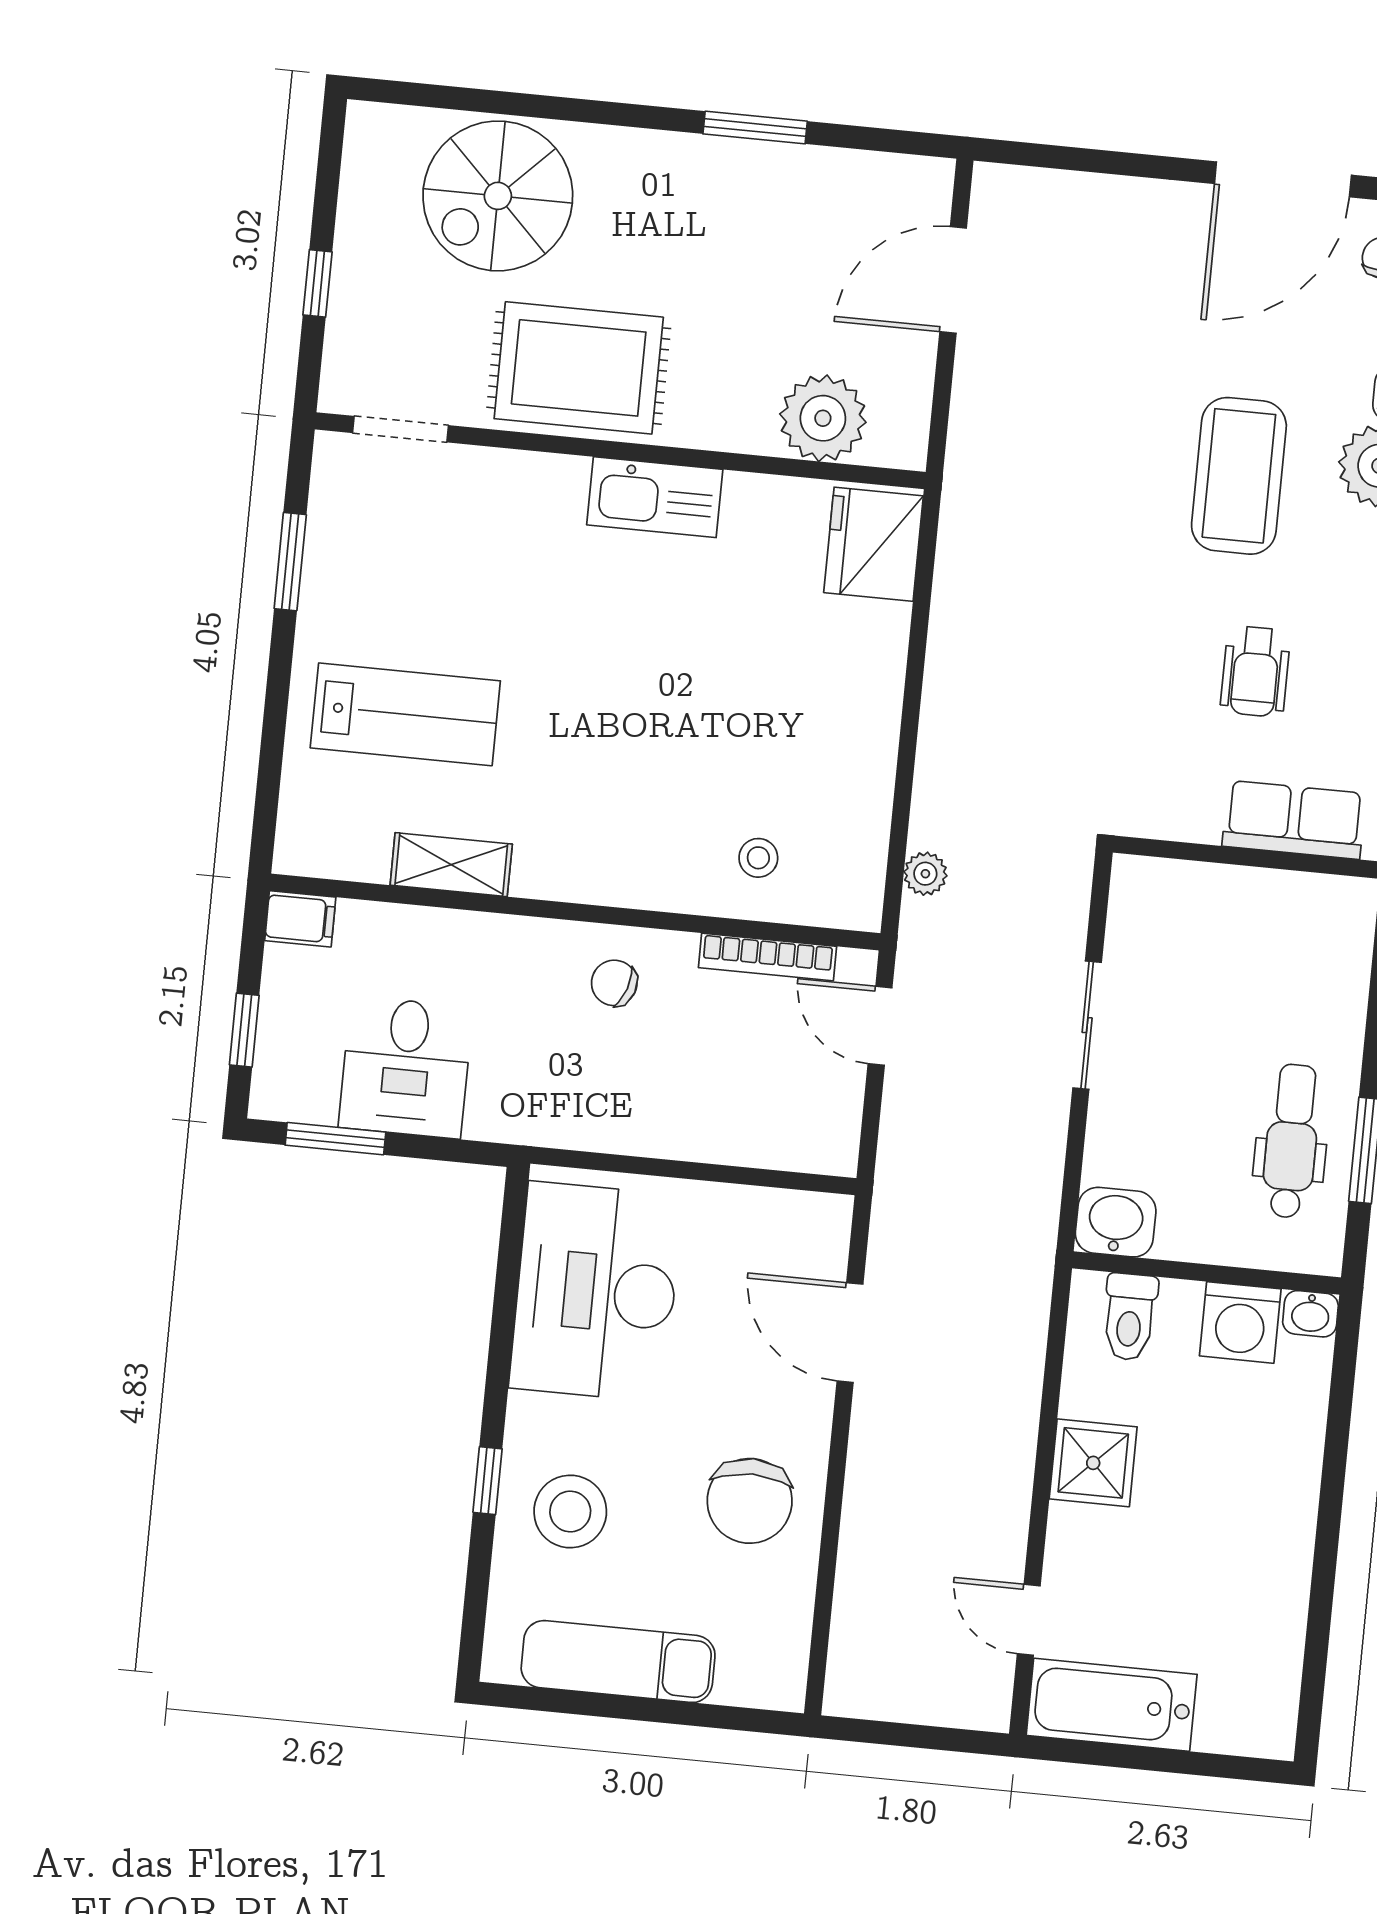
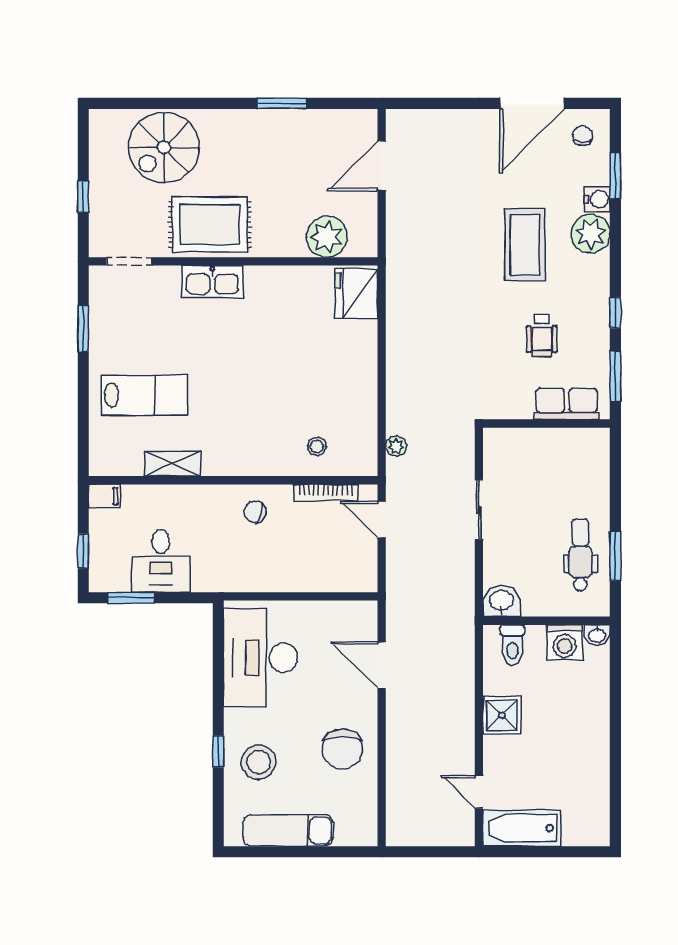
kitchen sink: (655, 497) -> (212, 282), moved

